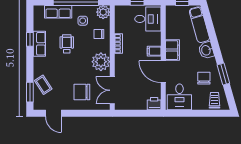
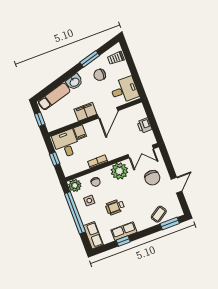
row of seats: (58, 12) -> (93, 235), moved
filing cabinet: (154, 51) -> (80, 132), moved
printer: (154, 104) -> (144, 126), moved
door: (53, 113) -> (176, 185), moved

